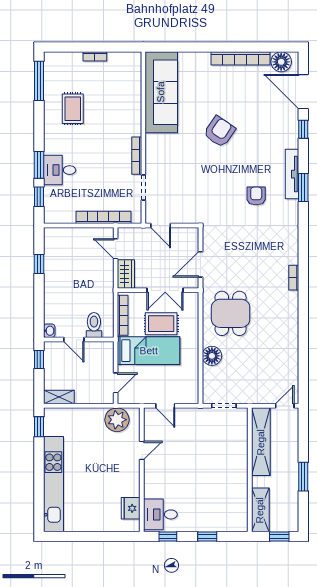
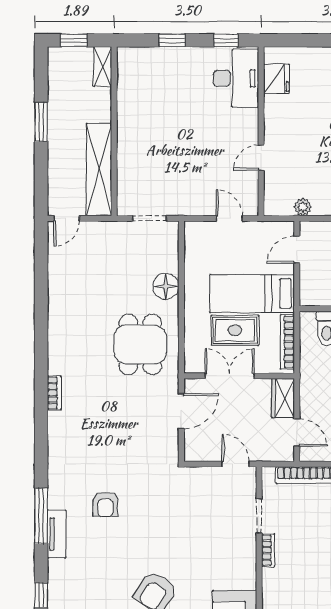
bookcase: (137, 156) -> (268, 550), width x0.64
tv unit: (292, 174) -> (57, 534), width x0.71
window: (303, 187) -> (41, 516), width x1.44
plant: (117, 420) -> (303, 207), width x0.53, depth x0.53
shelving: (260, 510) -> (103, 67), width x0.67, depth x0.75
desk: (160, 514) -> (236, 78), width x1.37

